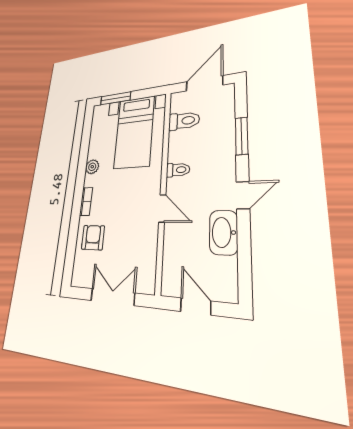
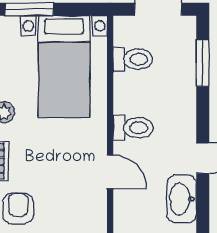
window: (242, 136) -> (203, 63), moved
toilet: (178, 170) -> (133, 128), width x1.37, depth x1.39

